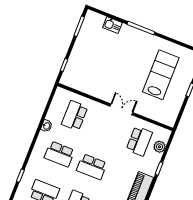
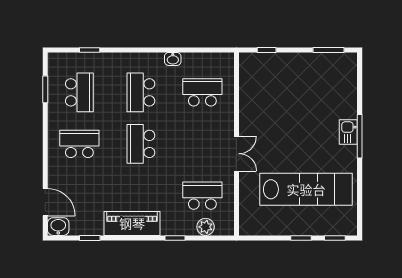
kitchen sink: (112, 25) -> (348, 132), moved
lab bench: (161, 75) -> (306, 189), width x1.36
school desk: (139, 141) -> (202, 196), turned 180

